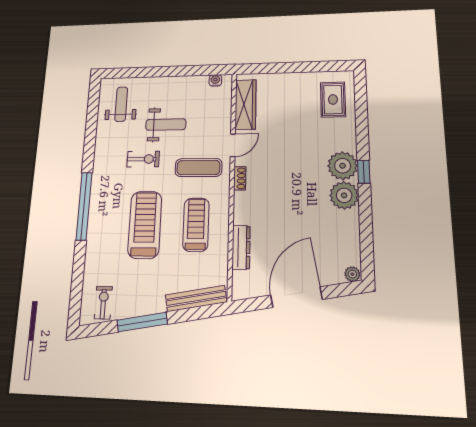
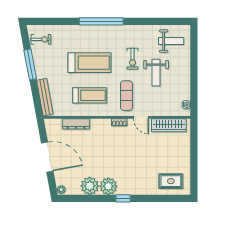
plant: (343, 166) -> (90, 186), moved

